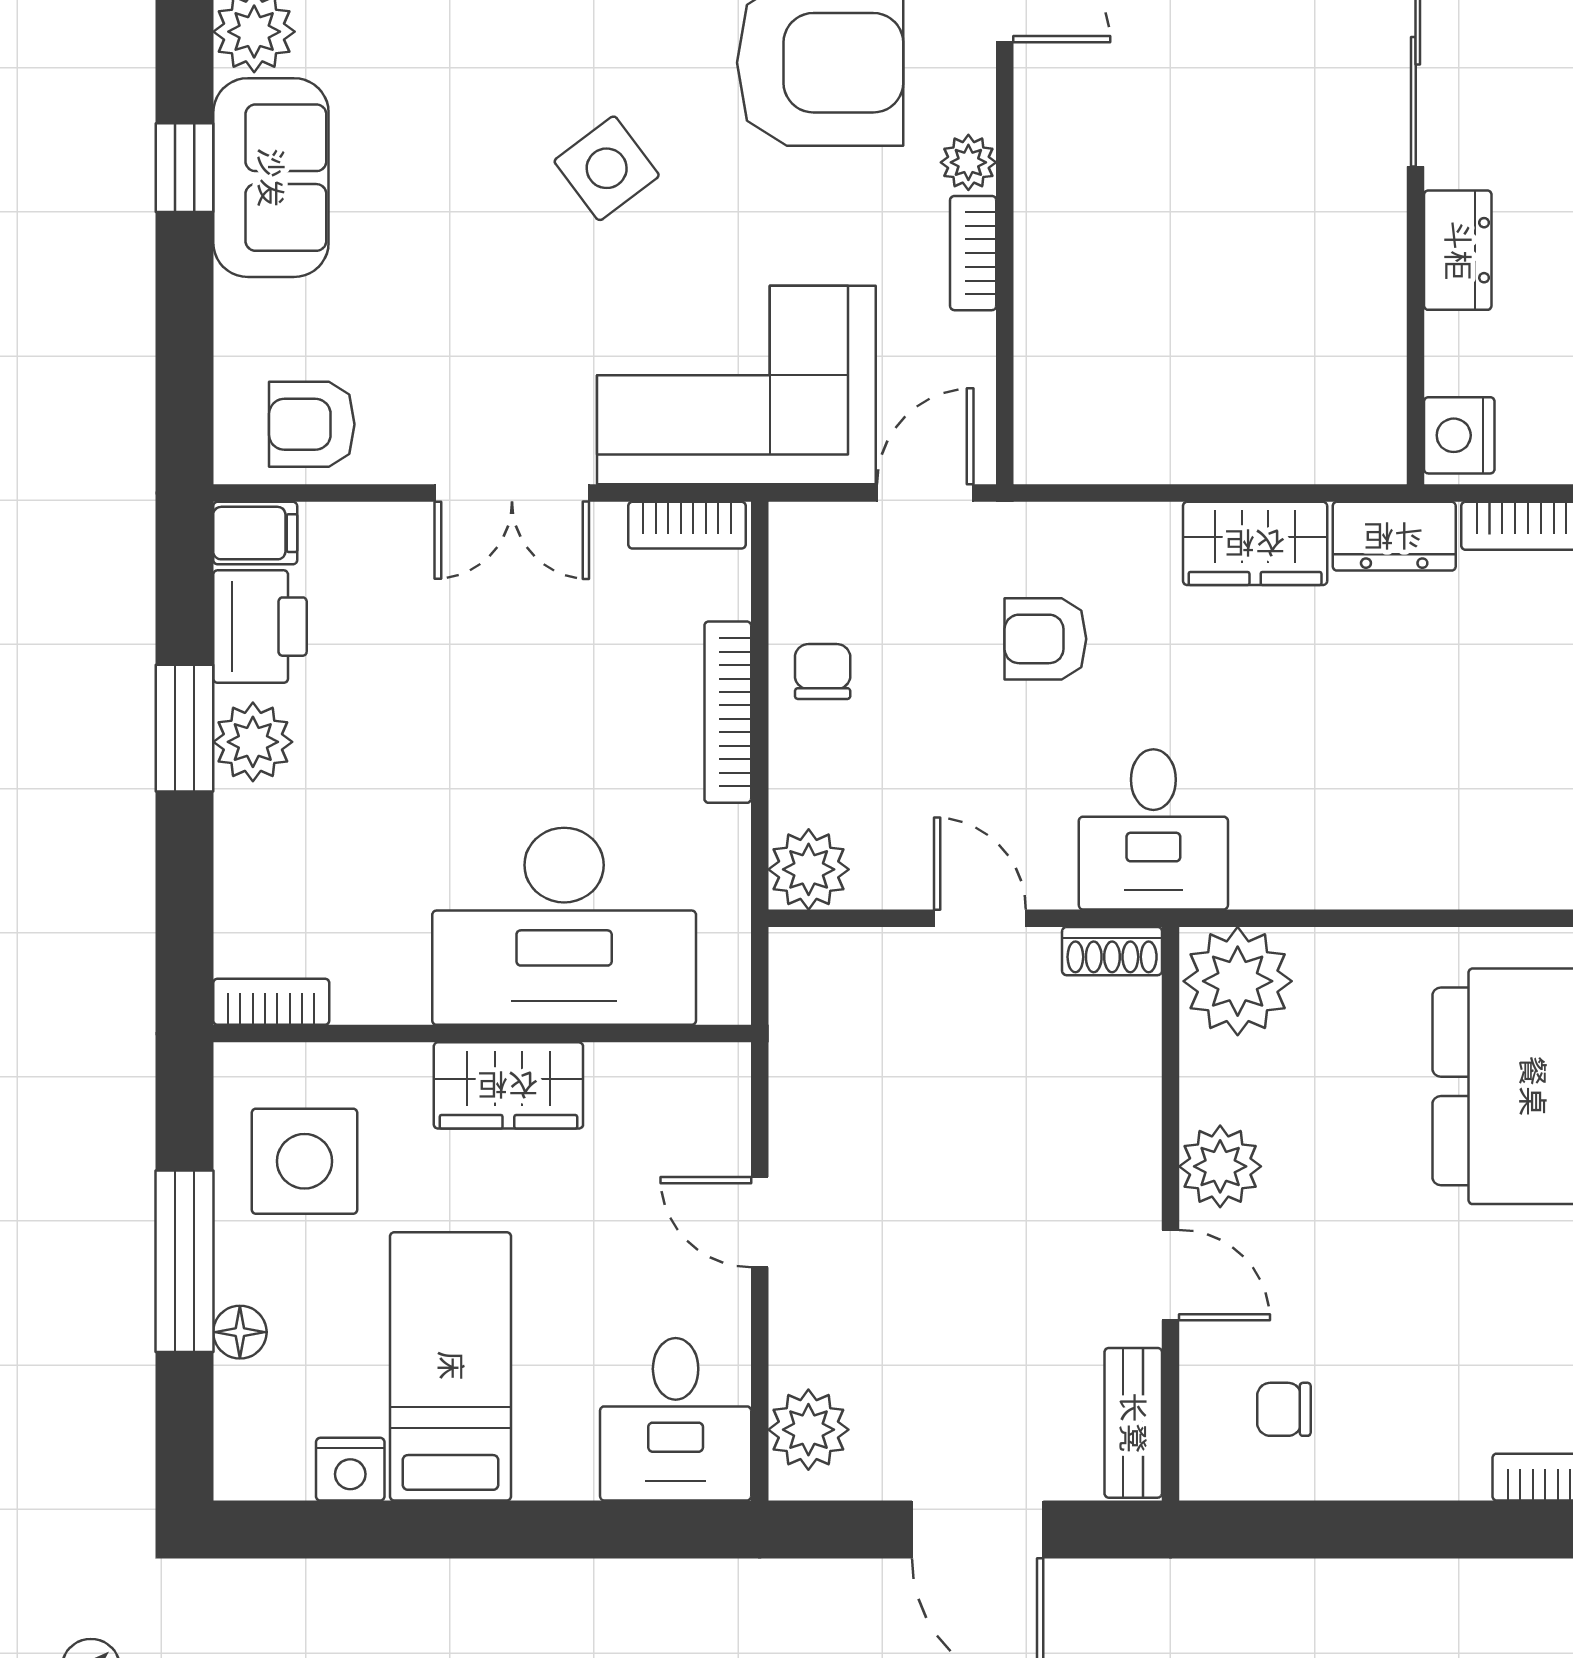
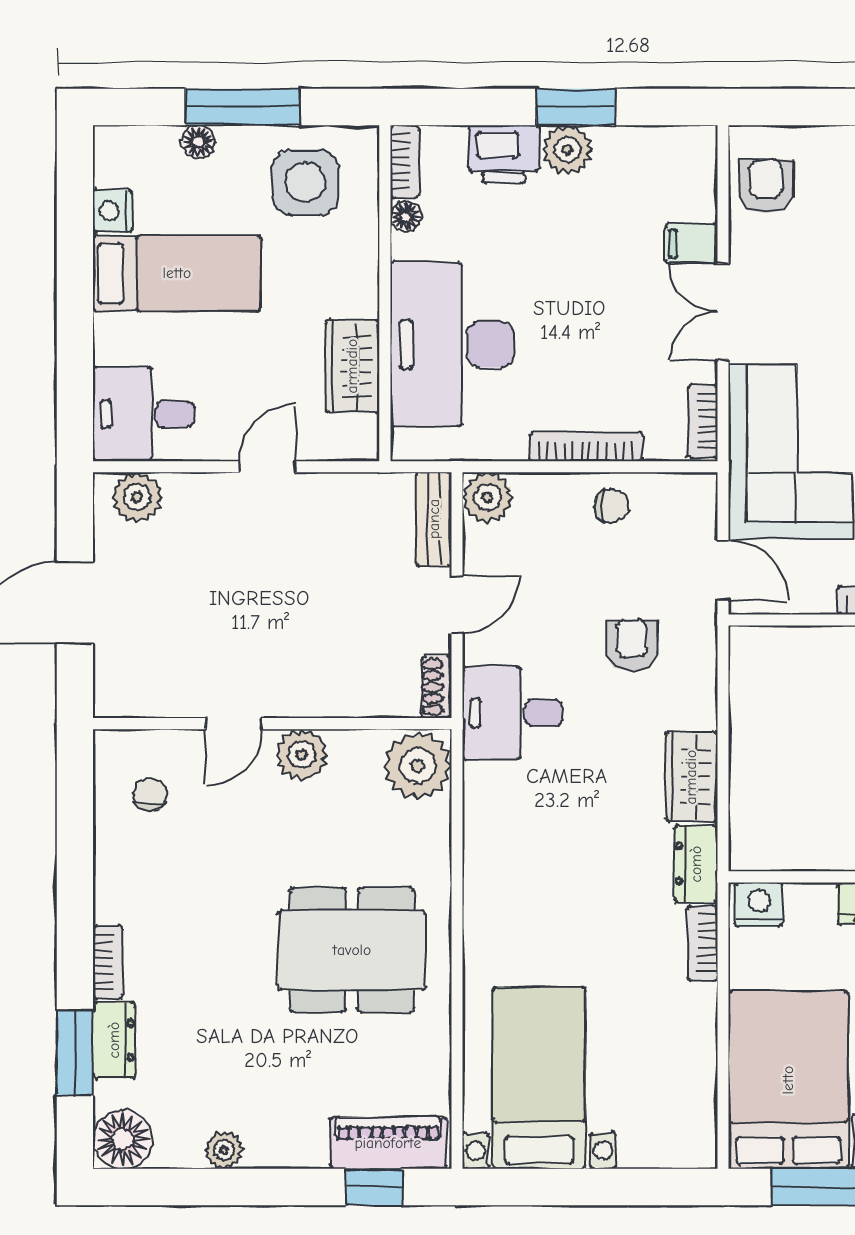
filing cabinet: (255, 533) -> (691, 244), moved, turned 90
printer: (260, 627) -> (504, 154), moved
floor lamp: (360, 1000) -> (406, 217), added
wardrobe: (508, 1085) -> (352, 366), moved
bench: (1133, 1423) -> (434, 519), moved, turned 90

